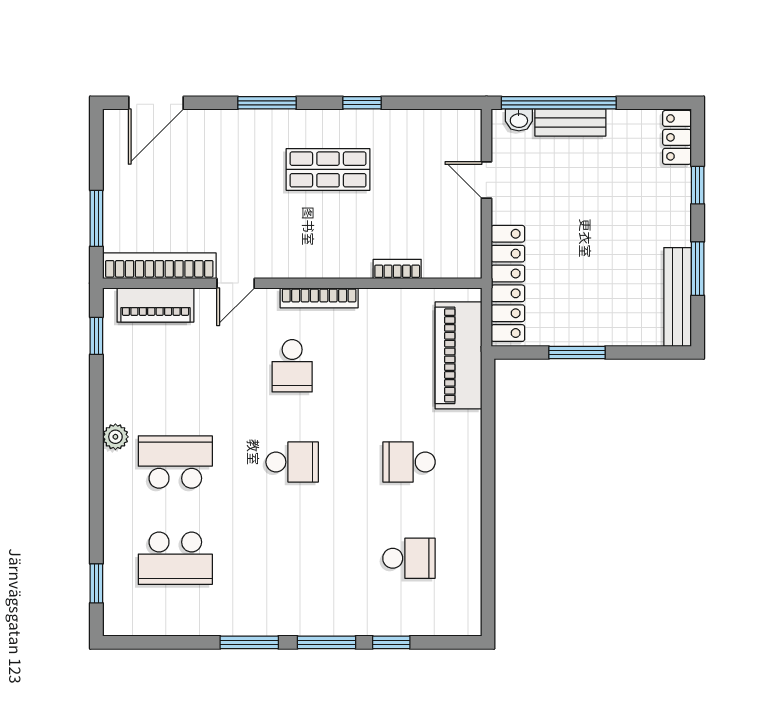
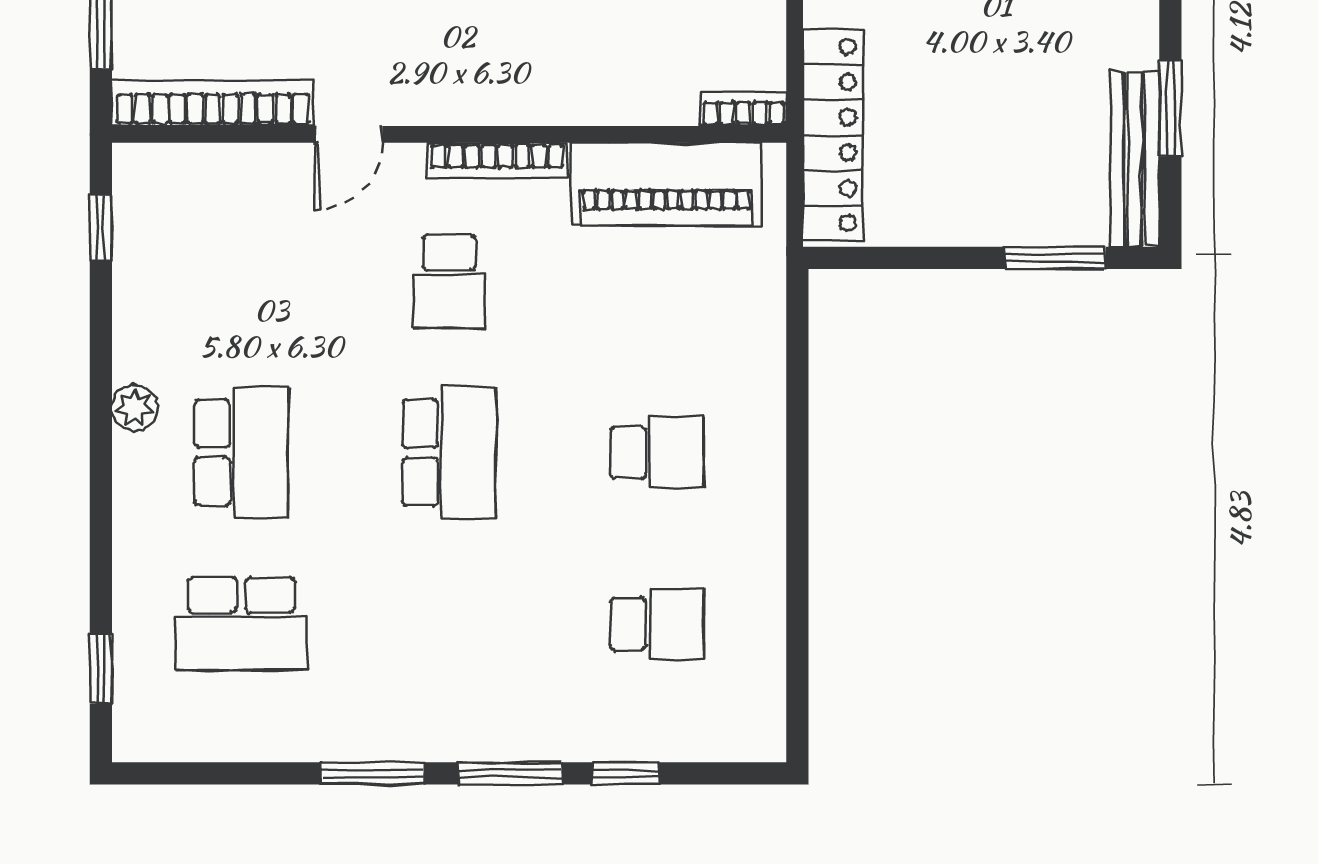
bookcase: (397, 269) -> (744, 109), moved
piano: (155, 305) -> (206, 173), removed
window: (577, 353) -> (1055, 258), moved
piano: (458, 355) -> (666, 184), moved, turned -90
school desk: (175, 462) -> (241, 453), turned 90
school desk: (292, 462) -> (449, 453), width x1.85
school desk: (409, 462) -> (657, 453), turned 180

